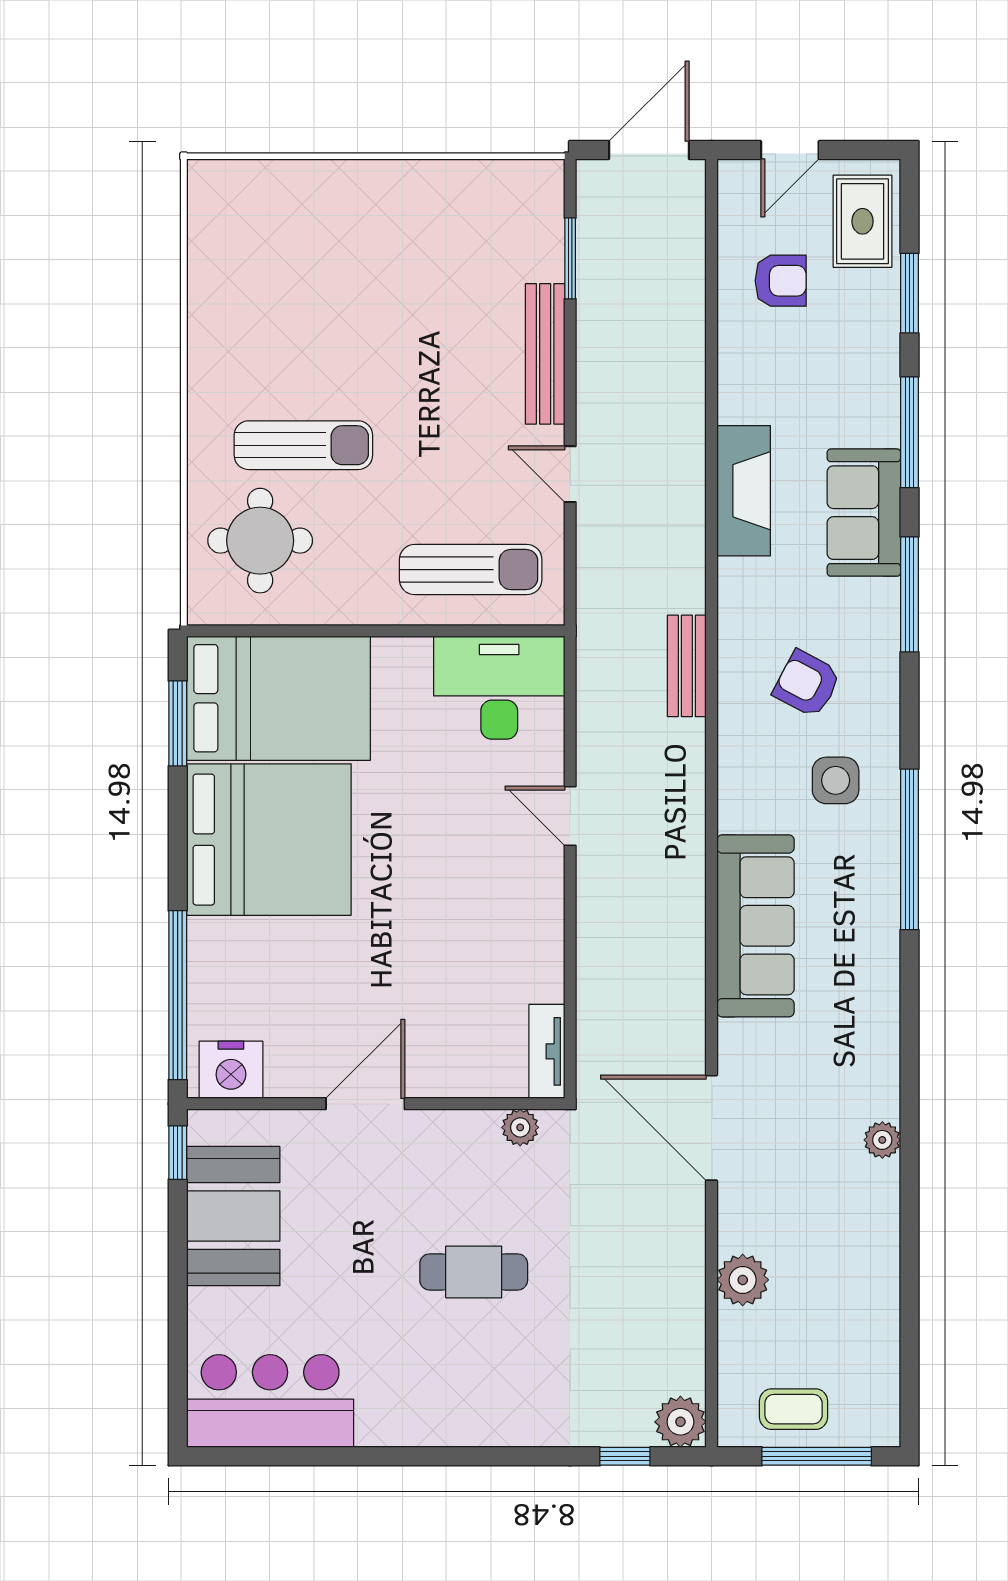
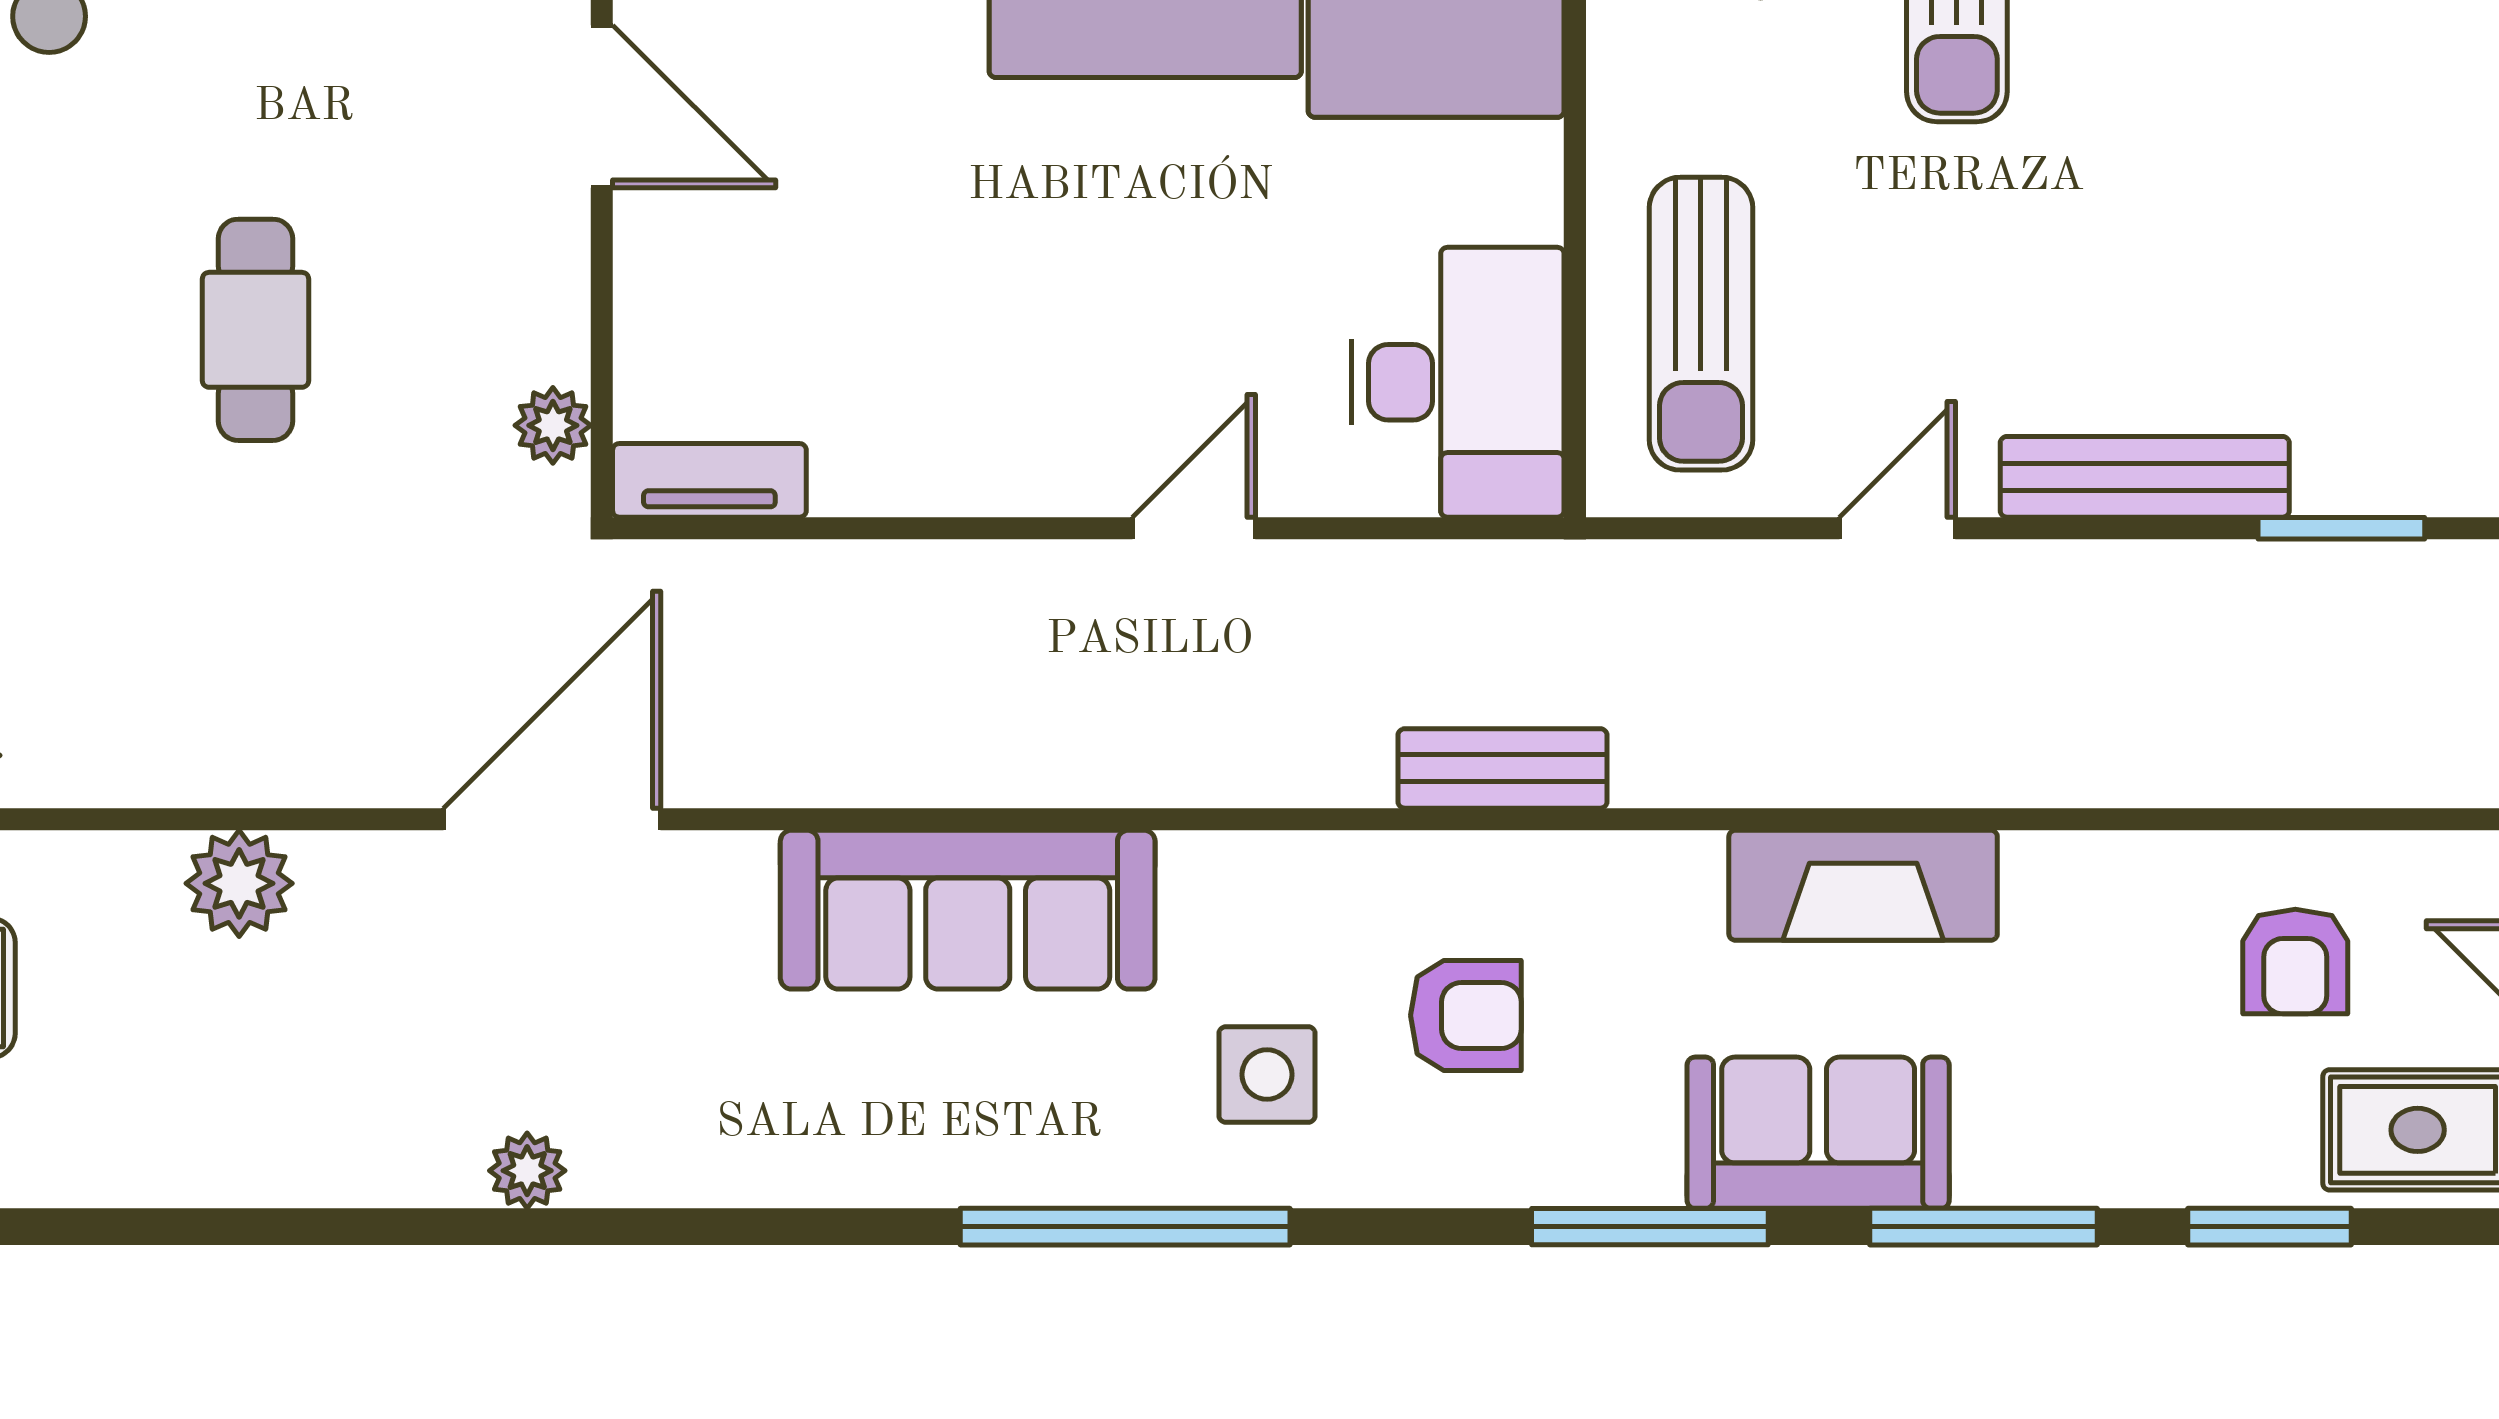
armchair: (807, 684) -> (1466, 1015), turned 62

